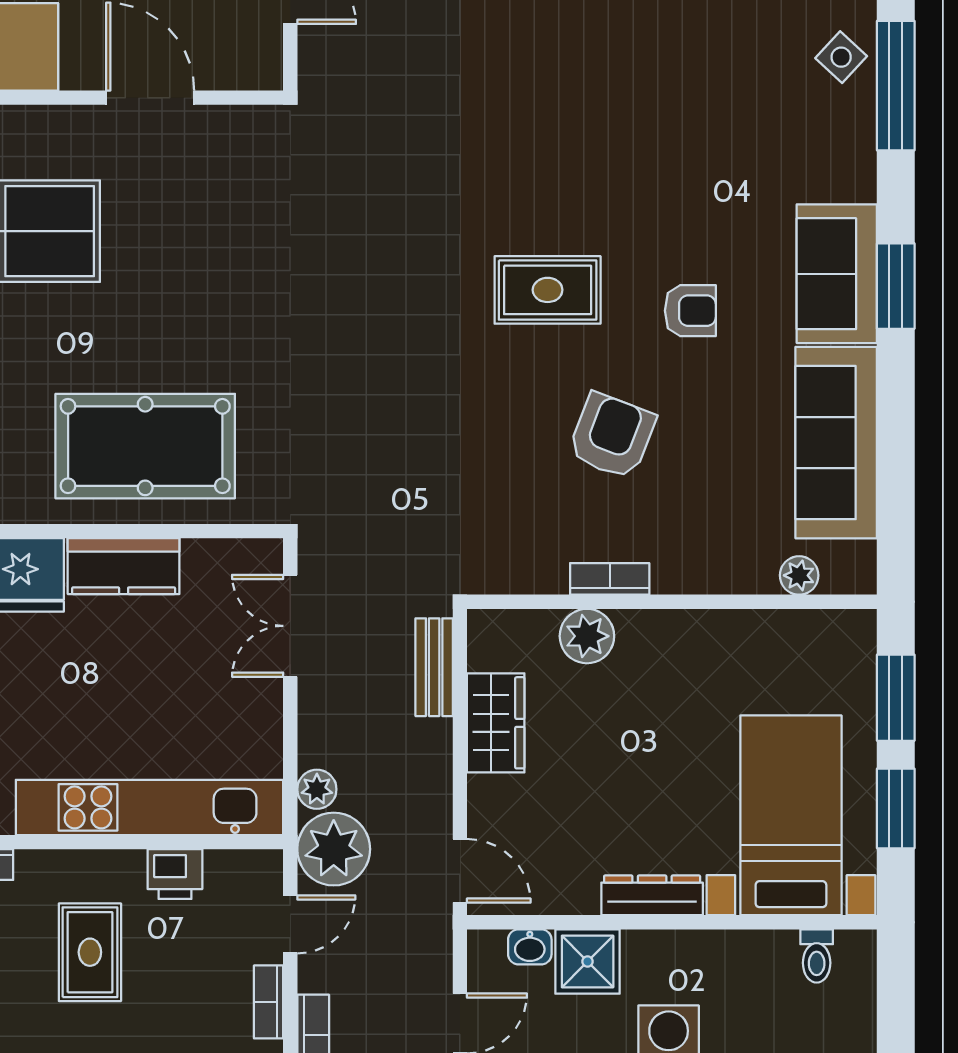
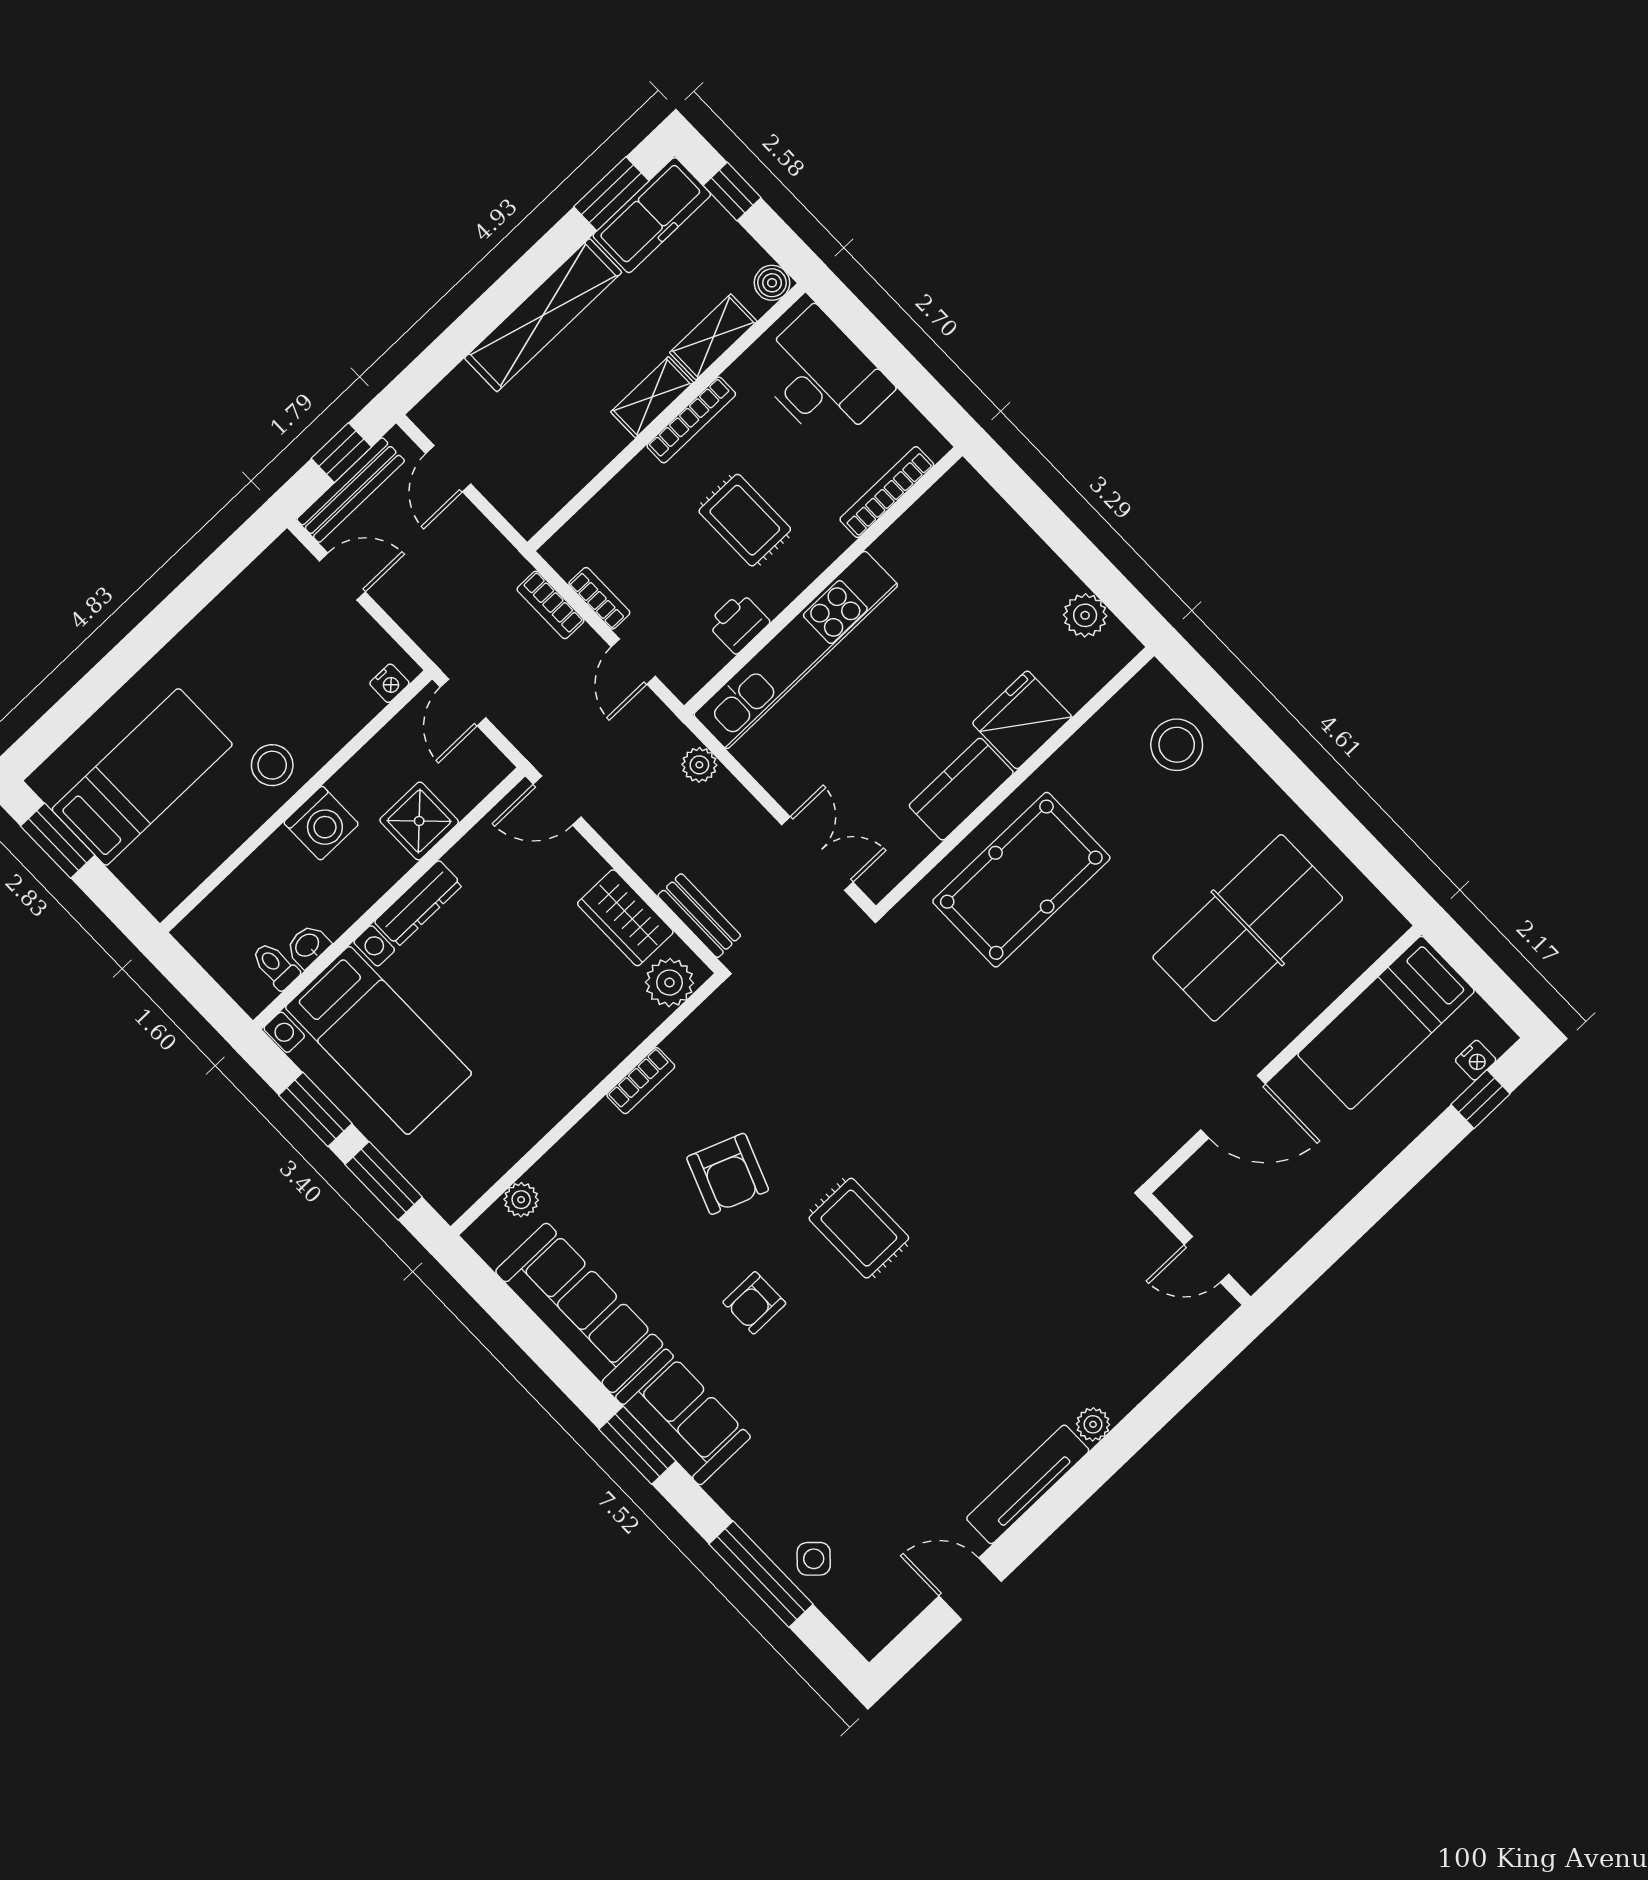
rug: (548, 290) -> (859, 1228), turned 90
plant: (587, 636) -> (669, 983), moved
plant: (334, 849) -> (652, 737), removed
washbasin: (530, 947) -> (308, 946), moved

